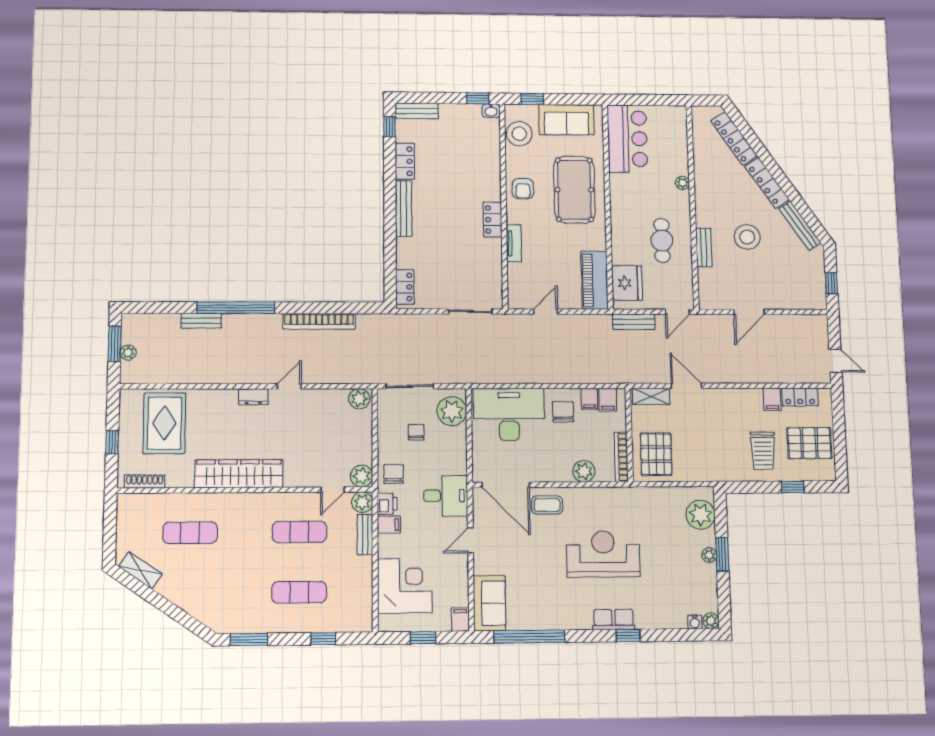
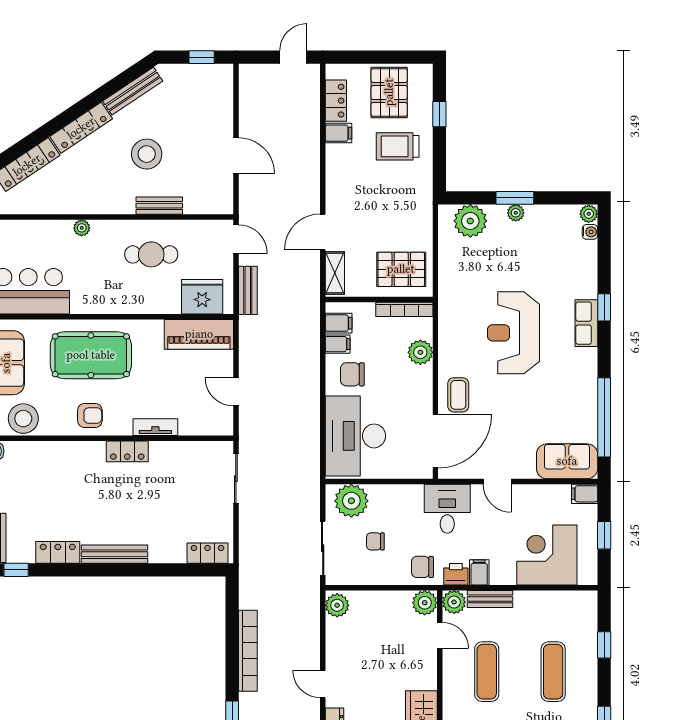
trolley: (763, 451) -> (398, 146), turned 180

